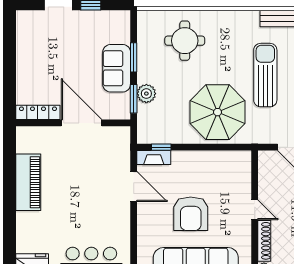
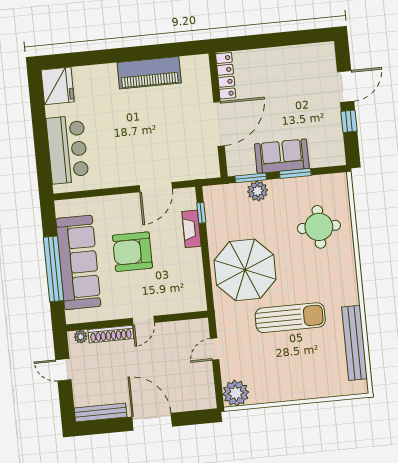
fireplace: (154, 158) -> (191, 229), moved

